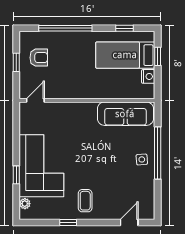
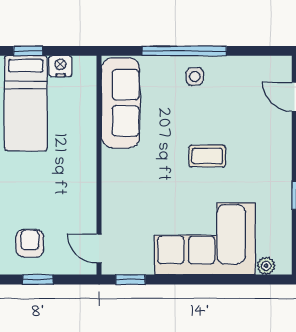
window: (16, 175) -> (130, 280), moved
coffee table: (85, 201) -> (207, 156), moved

